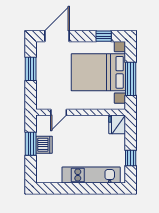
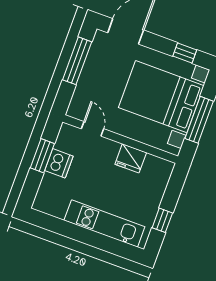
window: (31, 69) -> (77, 61), width x1.44
door: (59, 112) -> (92, 129), swing flipped
fridge: (117, 124) -> (131, 158), moved, turned -90

